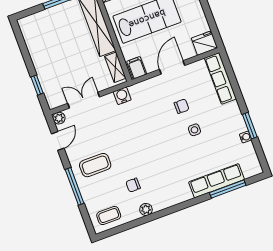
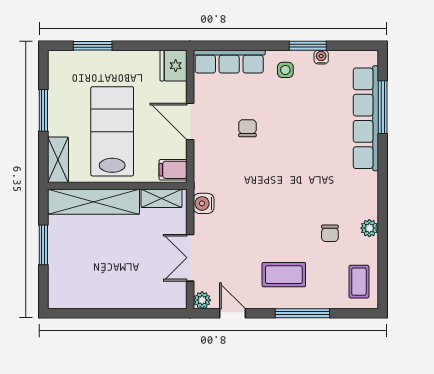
window: (37, 85) -> (146, 313), removed
side table: (194, 130) -> (285, 70), moved
coffee table: (95, 165) -> (284, 275), turned 90
row of seats: (216, 181) -> (366, 118), width x1.36

